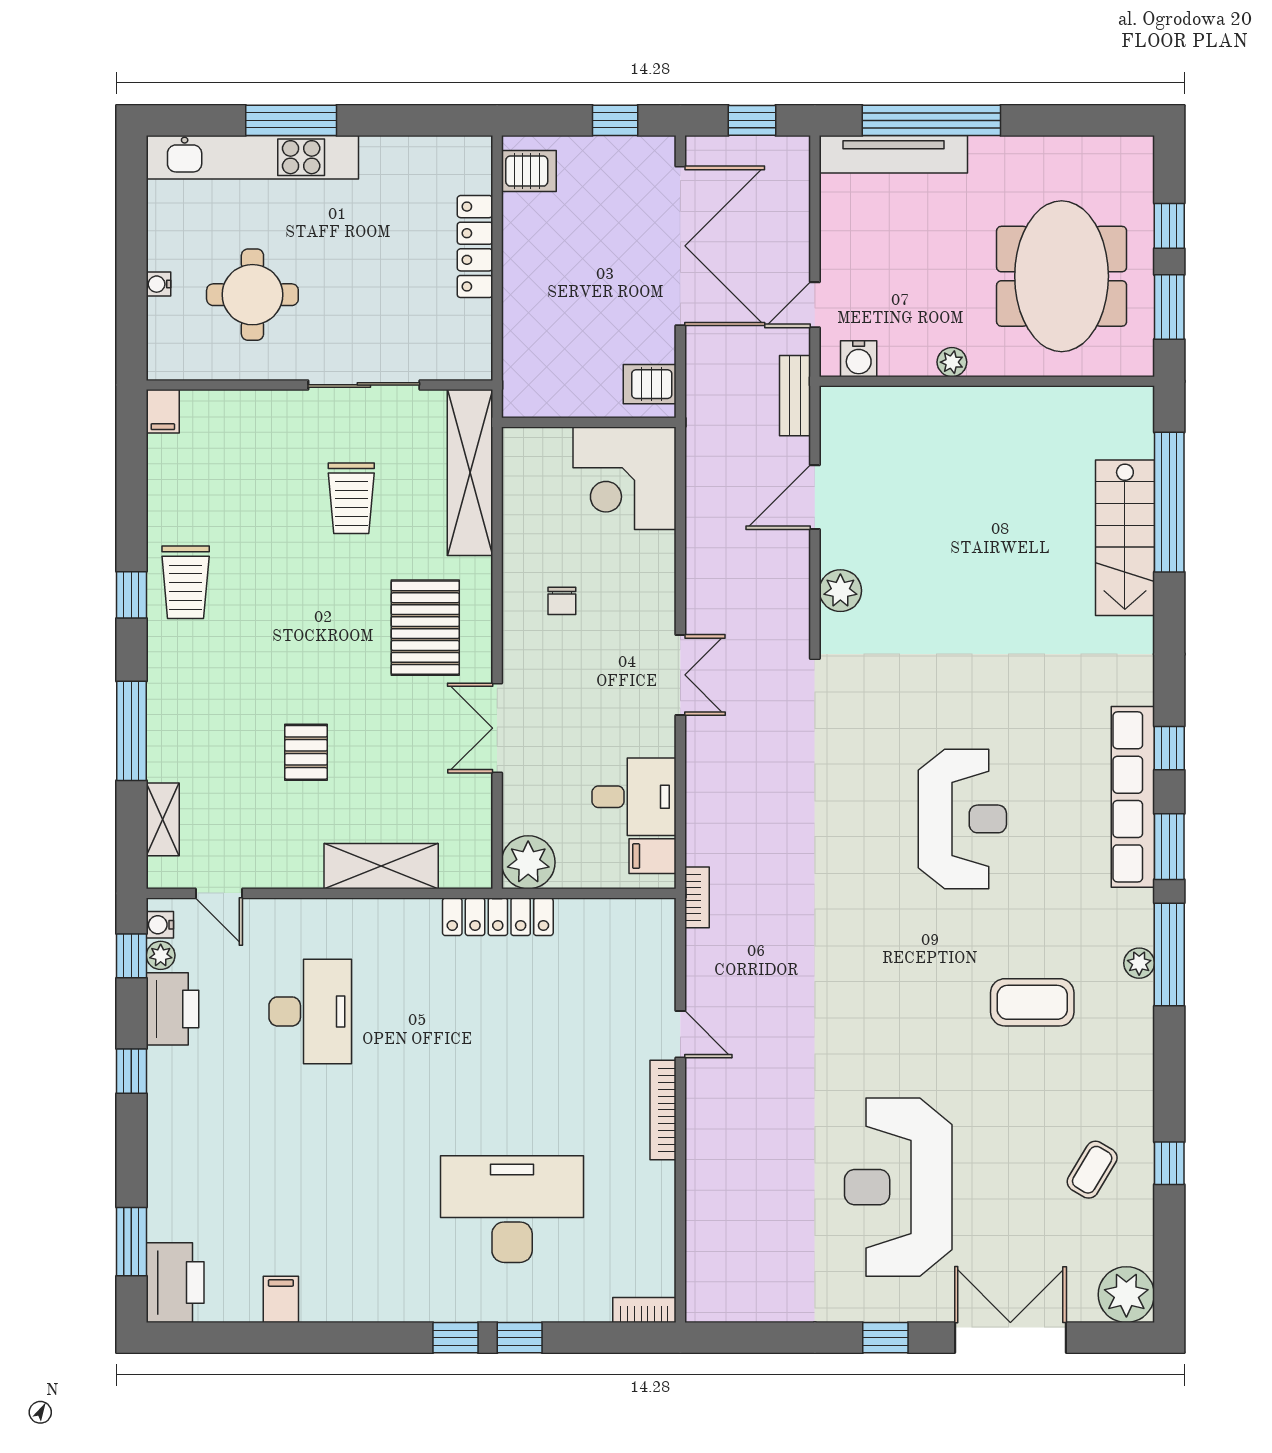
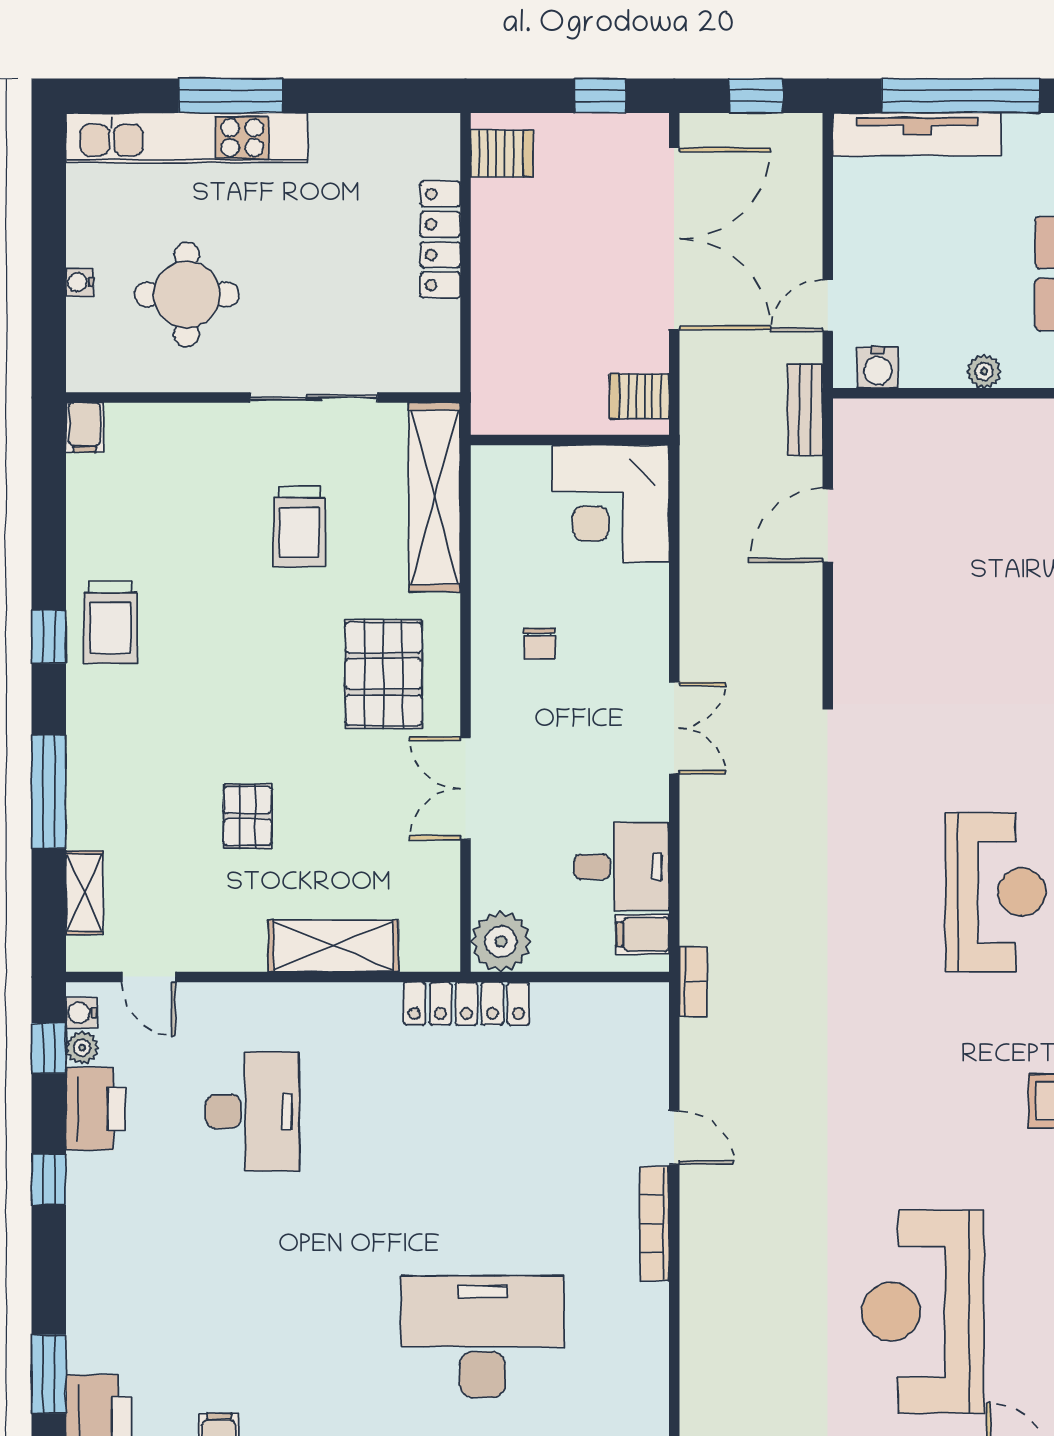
plant: (840, 591) -> (857, 632), removed

